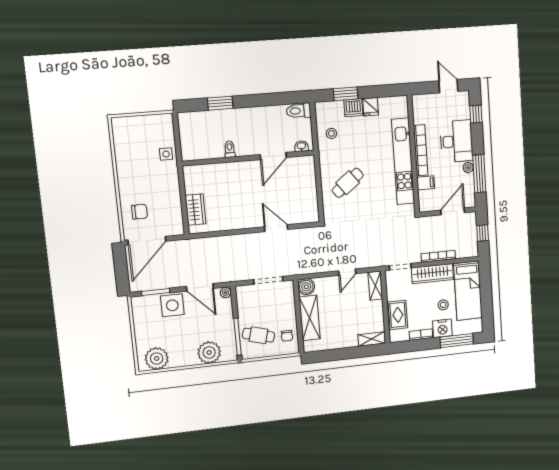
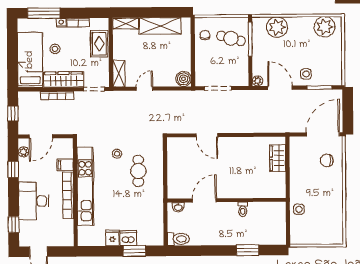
stool: (331, 133) -> (117, 154), moved
plant: (468, 168) -> (24, 152), moved
window: (479, 174) -> (13, 169), width x0.46
cafe table: (348, 183) -> (138, 171), turned -53
side table: (172, 305) -> (306, 74), width x0.54, depth x0.54
shelving: (310, 318) -> (160, 26), moved, turned 90
nightstand: (442, 328) -> (61, 23), width x0.53, depth x0.56

